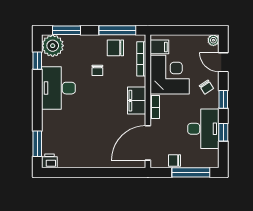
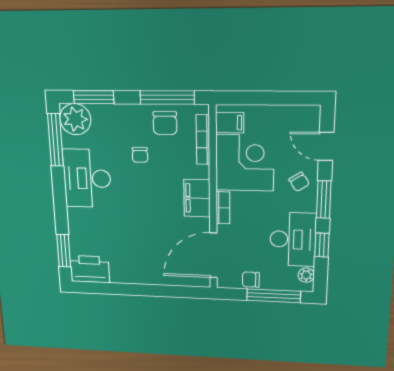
plant: (213, 40) -> (306, 275), moved
chair: (115, 48) -> (165, 123), turned -90
window: (37, 61) -> (55, 140), width x2.17
window: (223, 99) -> (324, 200), width x1.50
printer: (49, 161) -> (90, 269), width x1.87, depth x1.48

